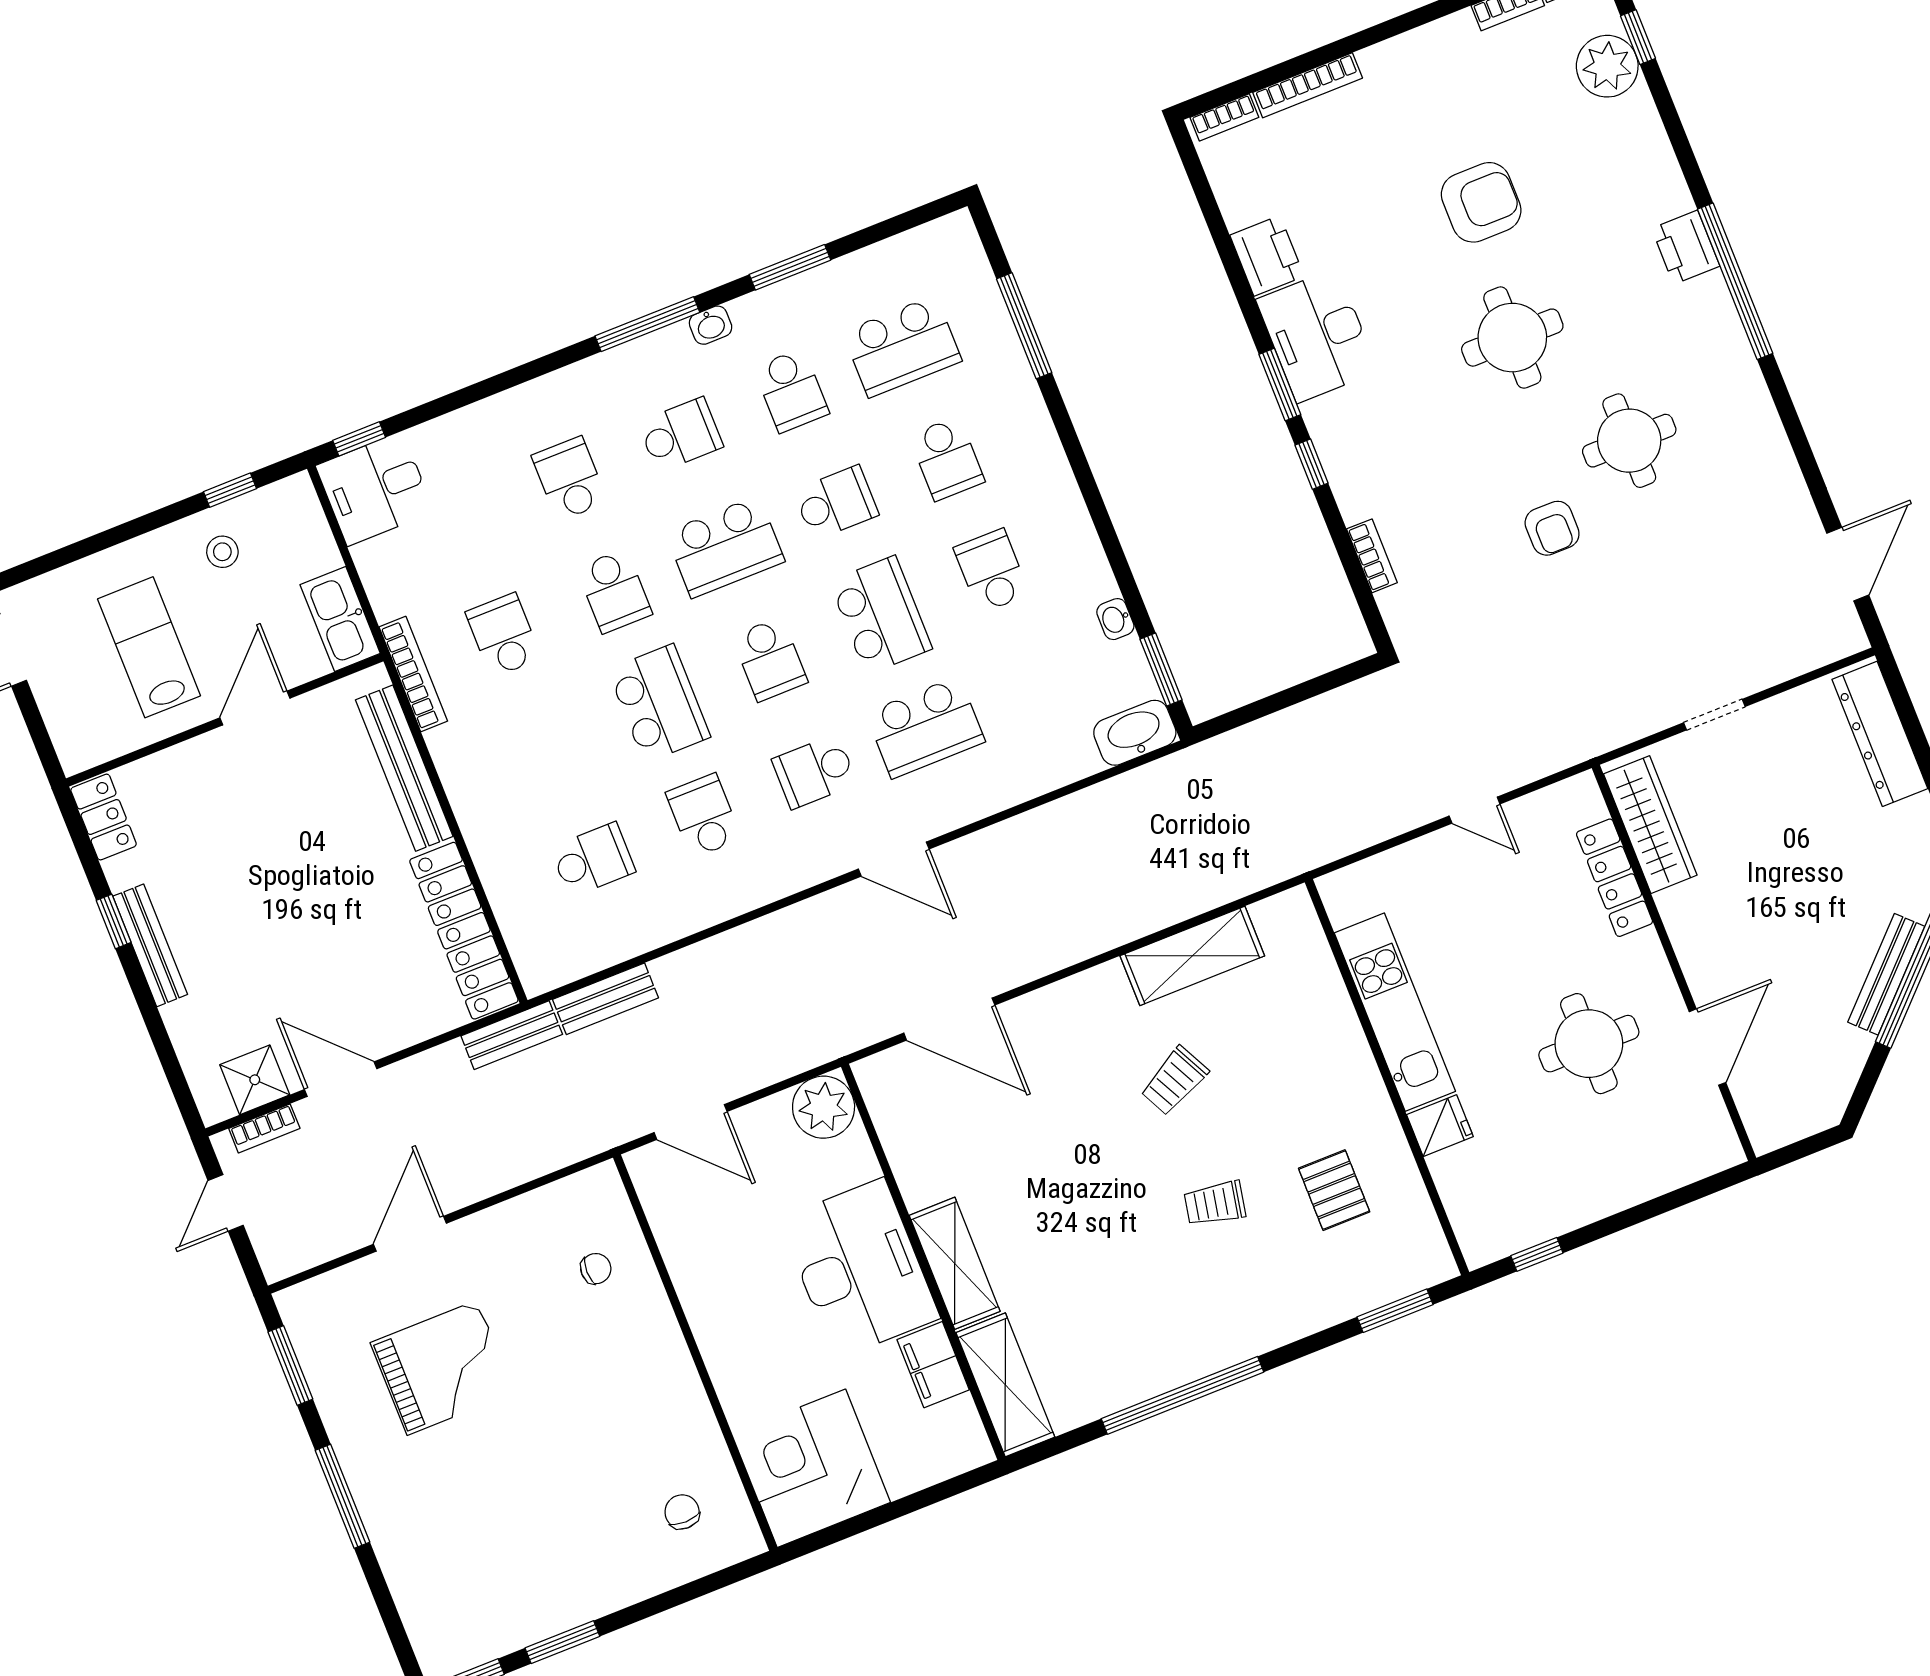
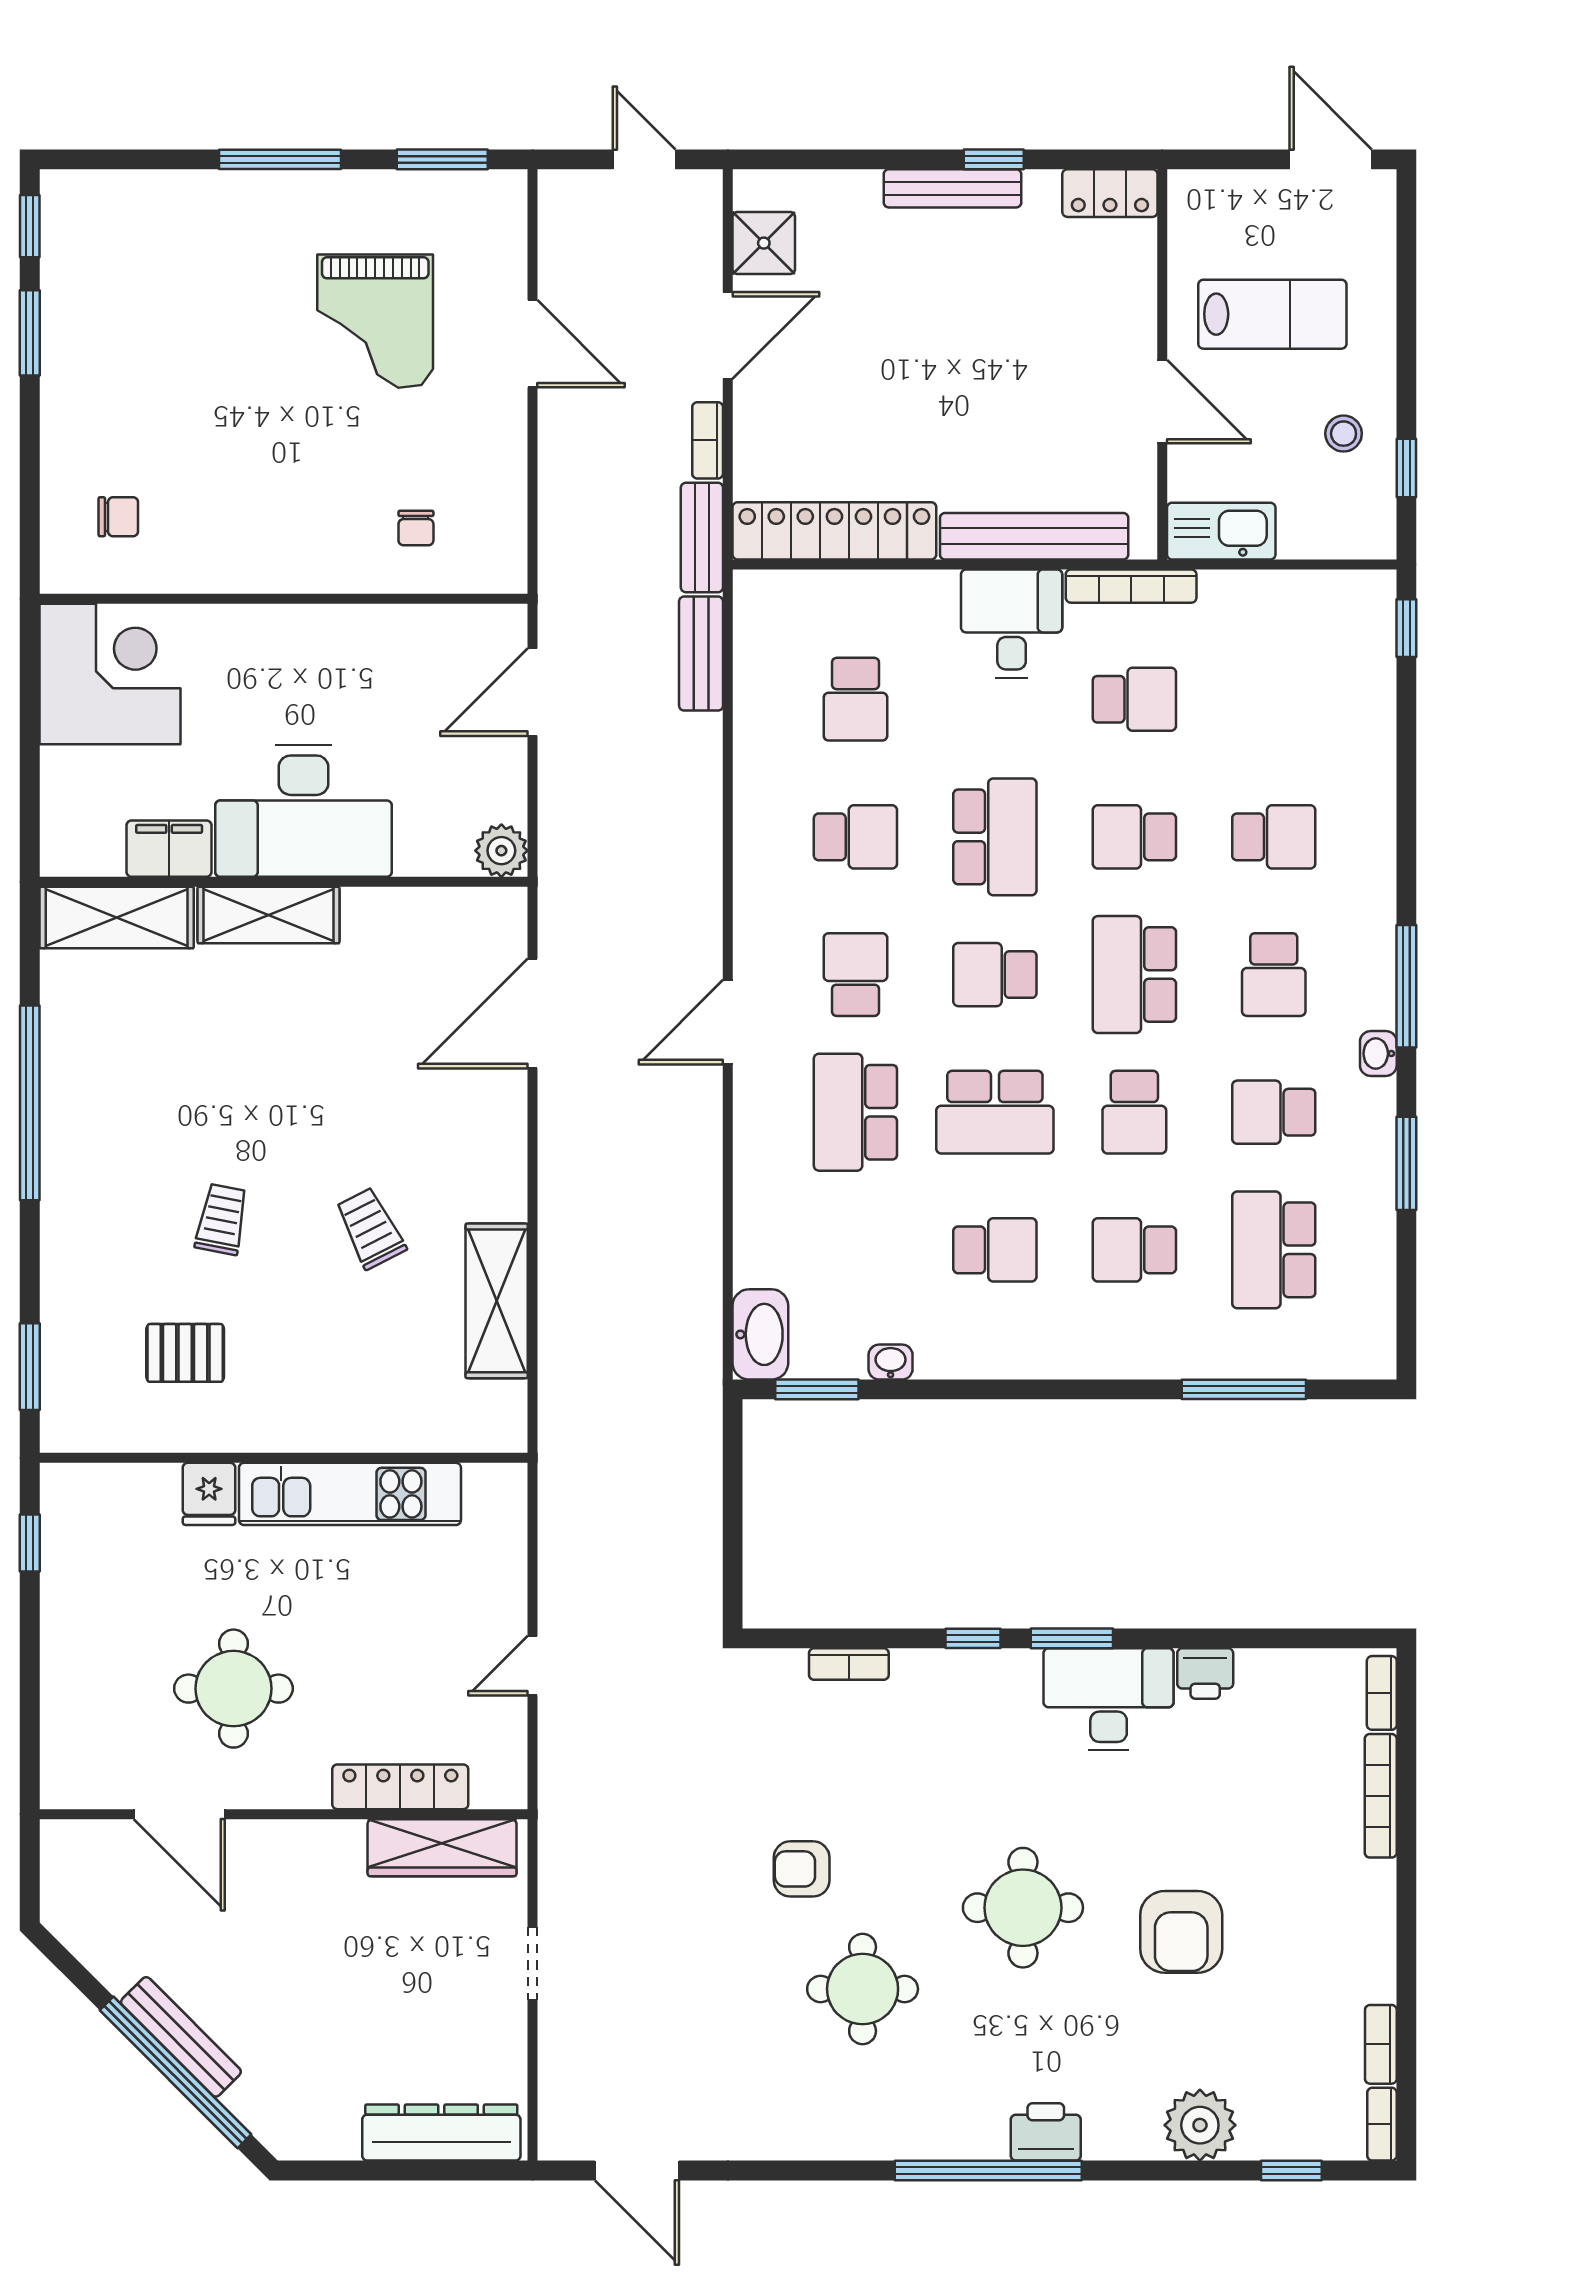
plant: (1607, 66) -> (1200, 2125), moved
printer: (1267, 256) -> (1205, 1673), width x0.73, depth x0.81
desk: (375, 489) -> (1012, 624), moved
school desk: (659, 703) -> (995, 837), turned -90
plant: (824, 1107) -> (501, 851), width x0.73, depth x0.73
bookcase: (264, 1128) -> (708, 440), moved

